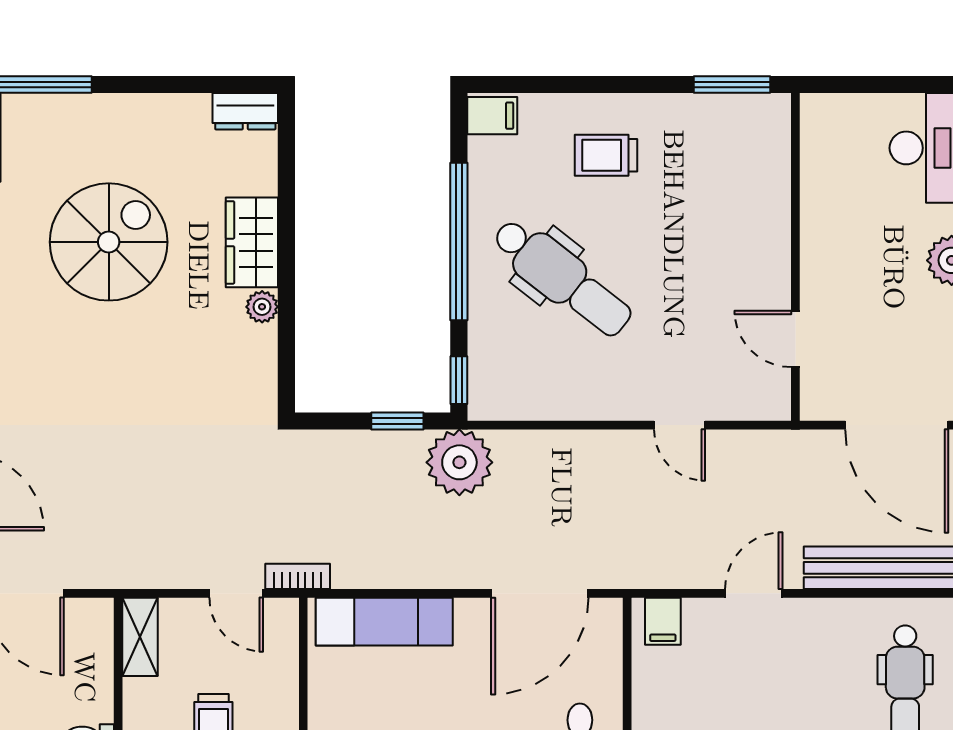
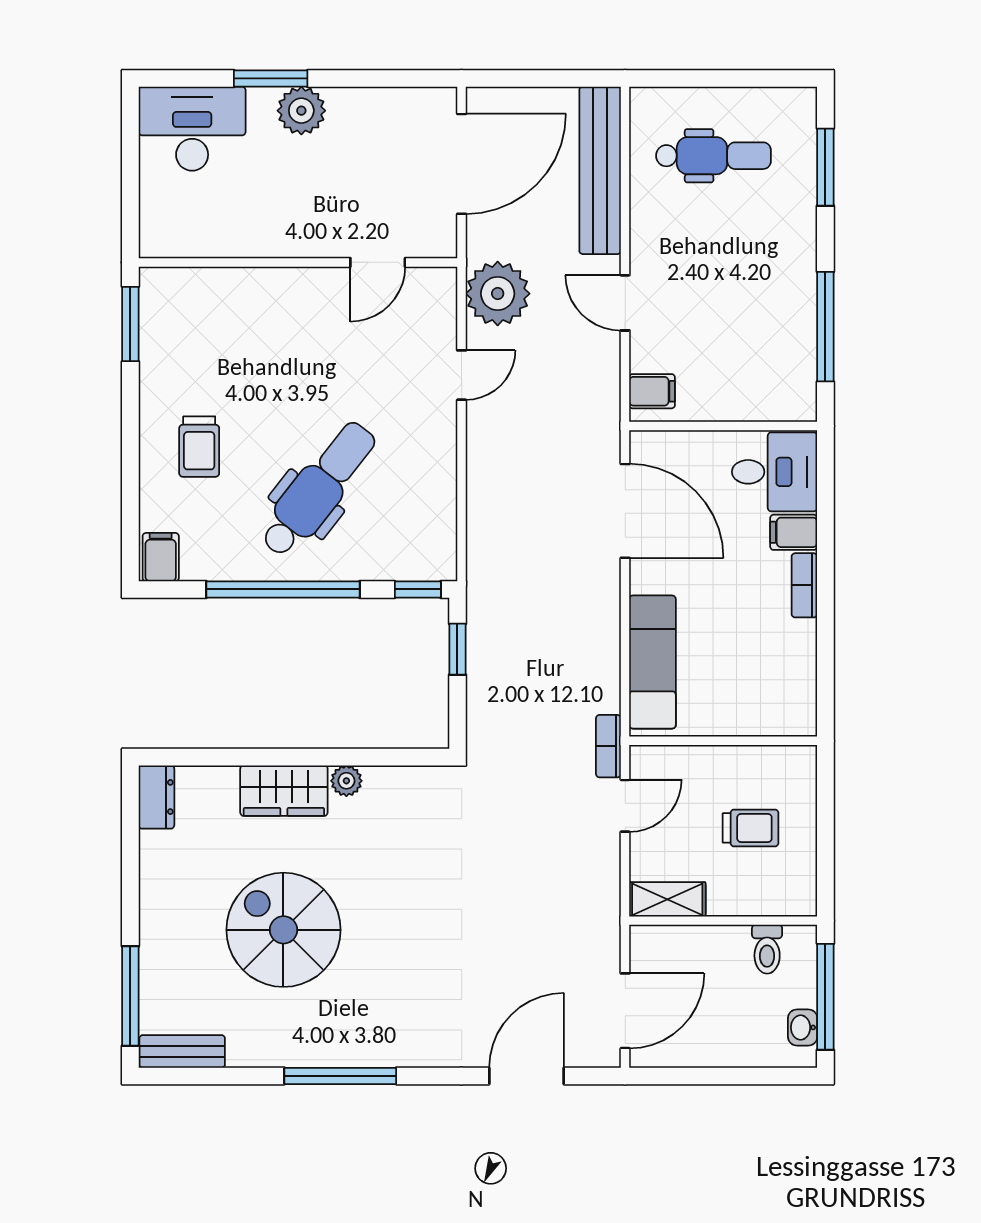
plant: (459, 462) -> (498, 294), moved

